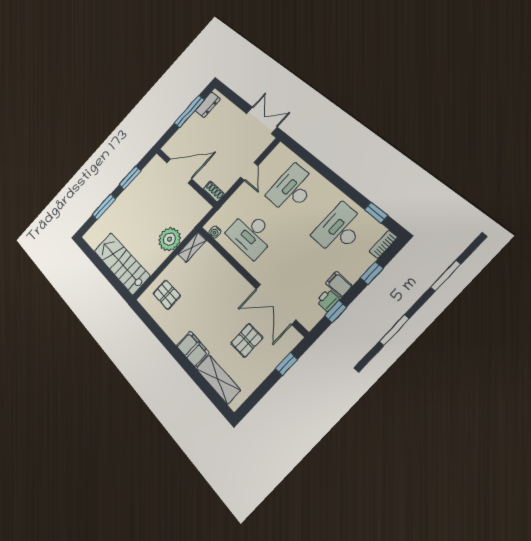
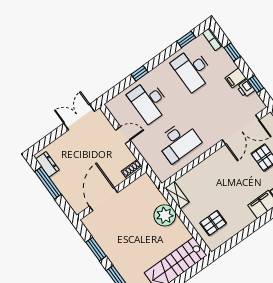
window: (323, 170) -> (140, 73), added
water cooler: (215, 232) -> (169, 173), removed

